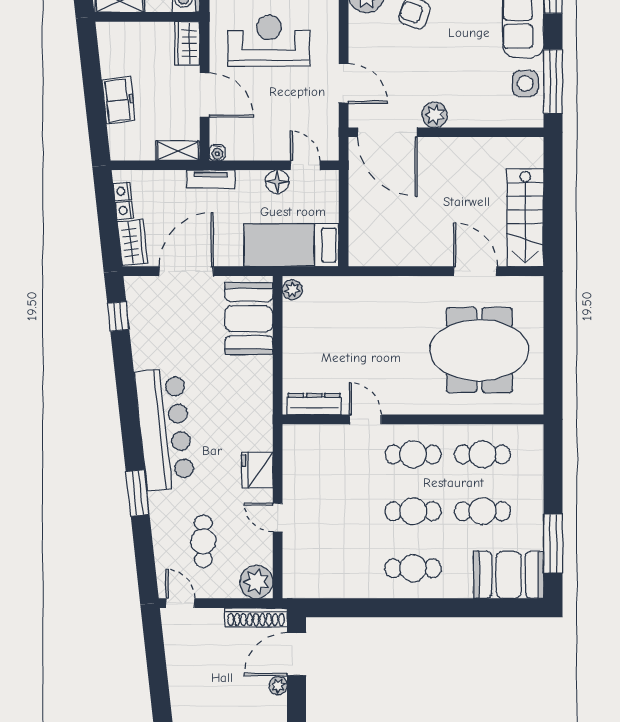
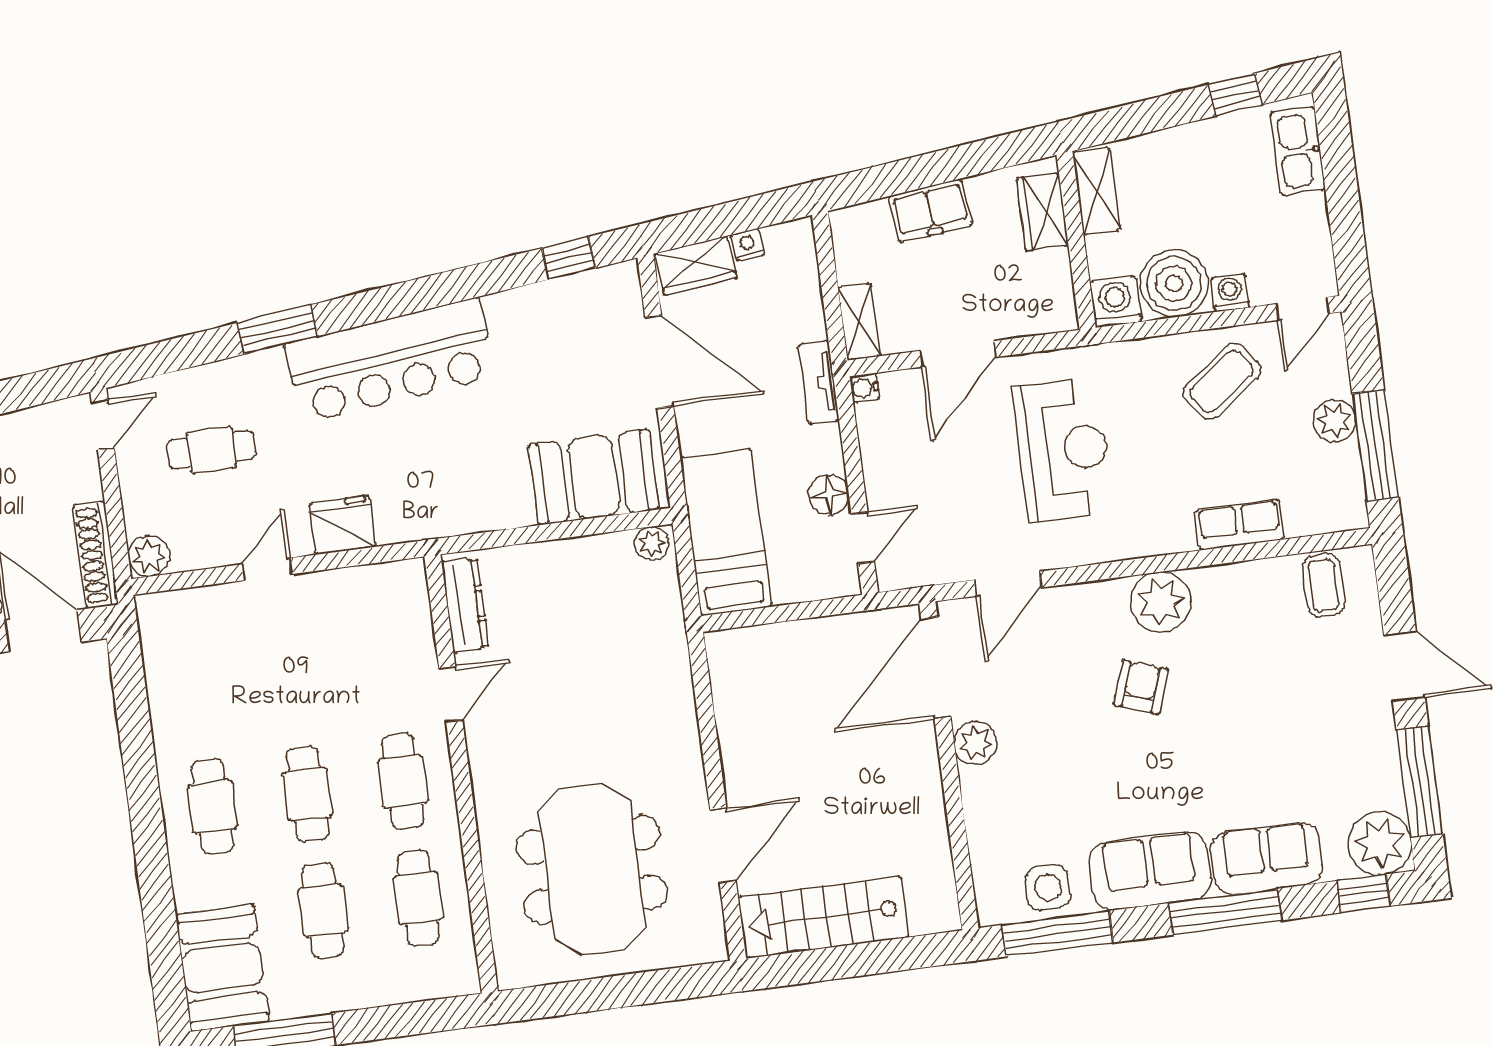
wardrobe: (187, 44) -> (1043, 212), moved, turned -90
nightstand: (122, 191) -> (779, 237), removed
plant: (256, 582) -> (149, 556), width x0.73, depth x0.73

